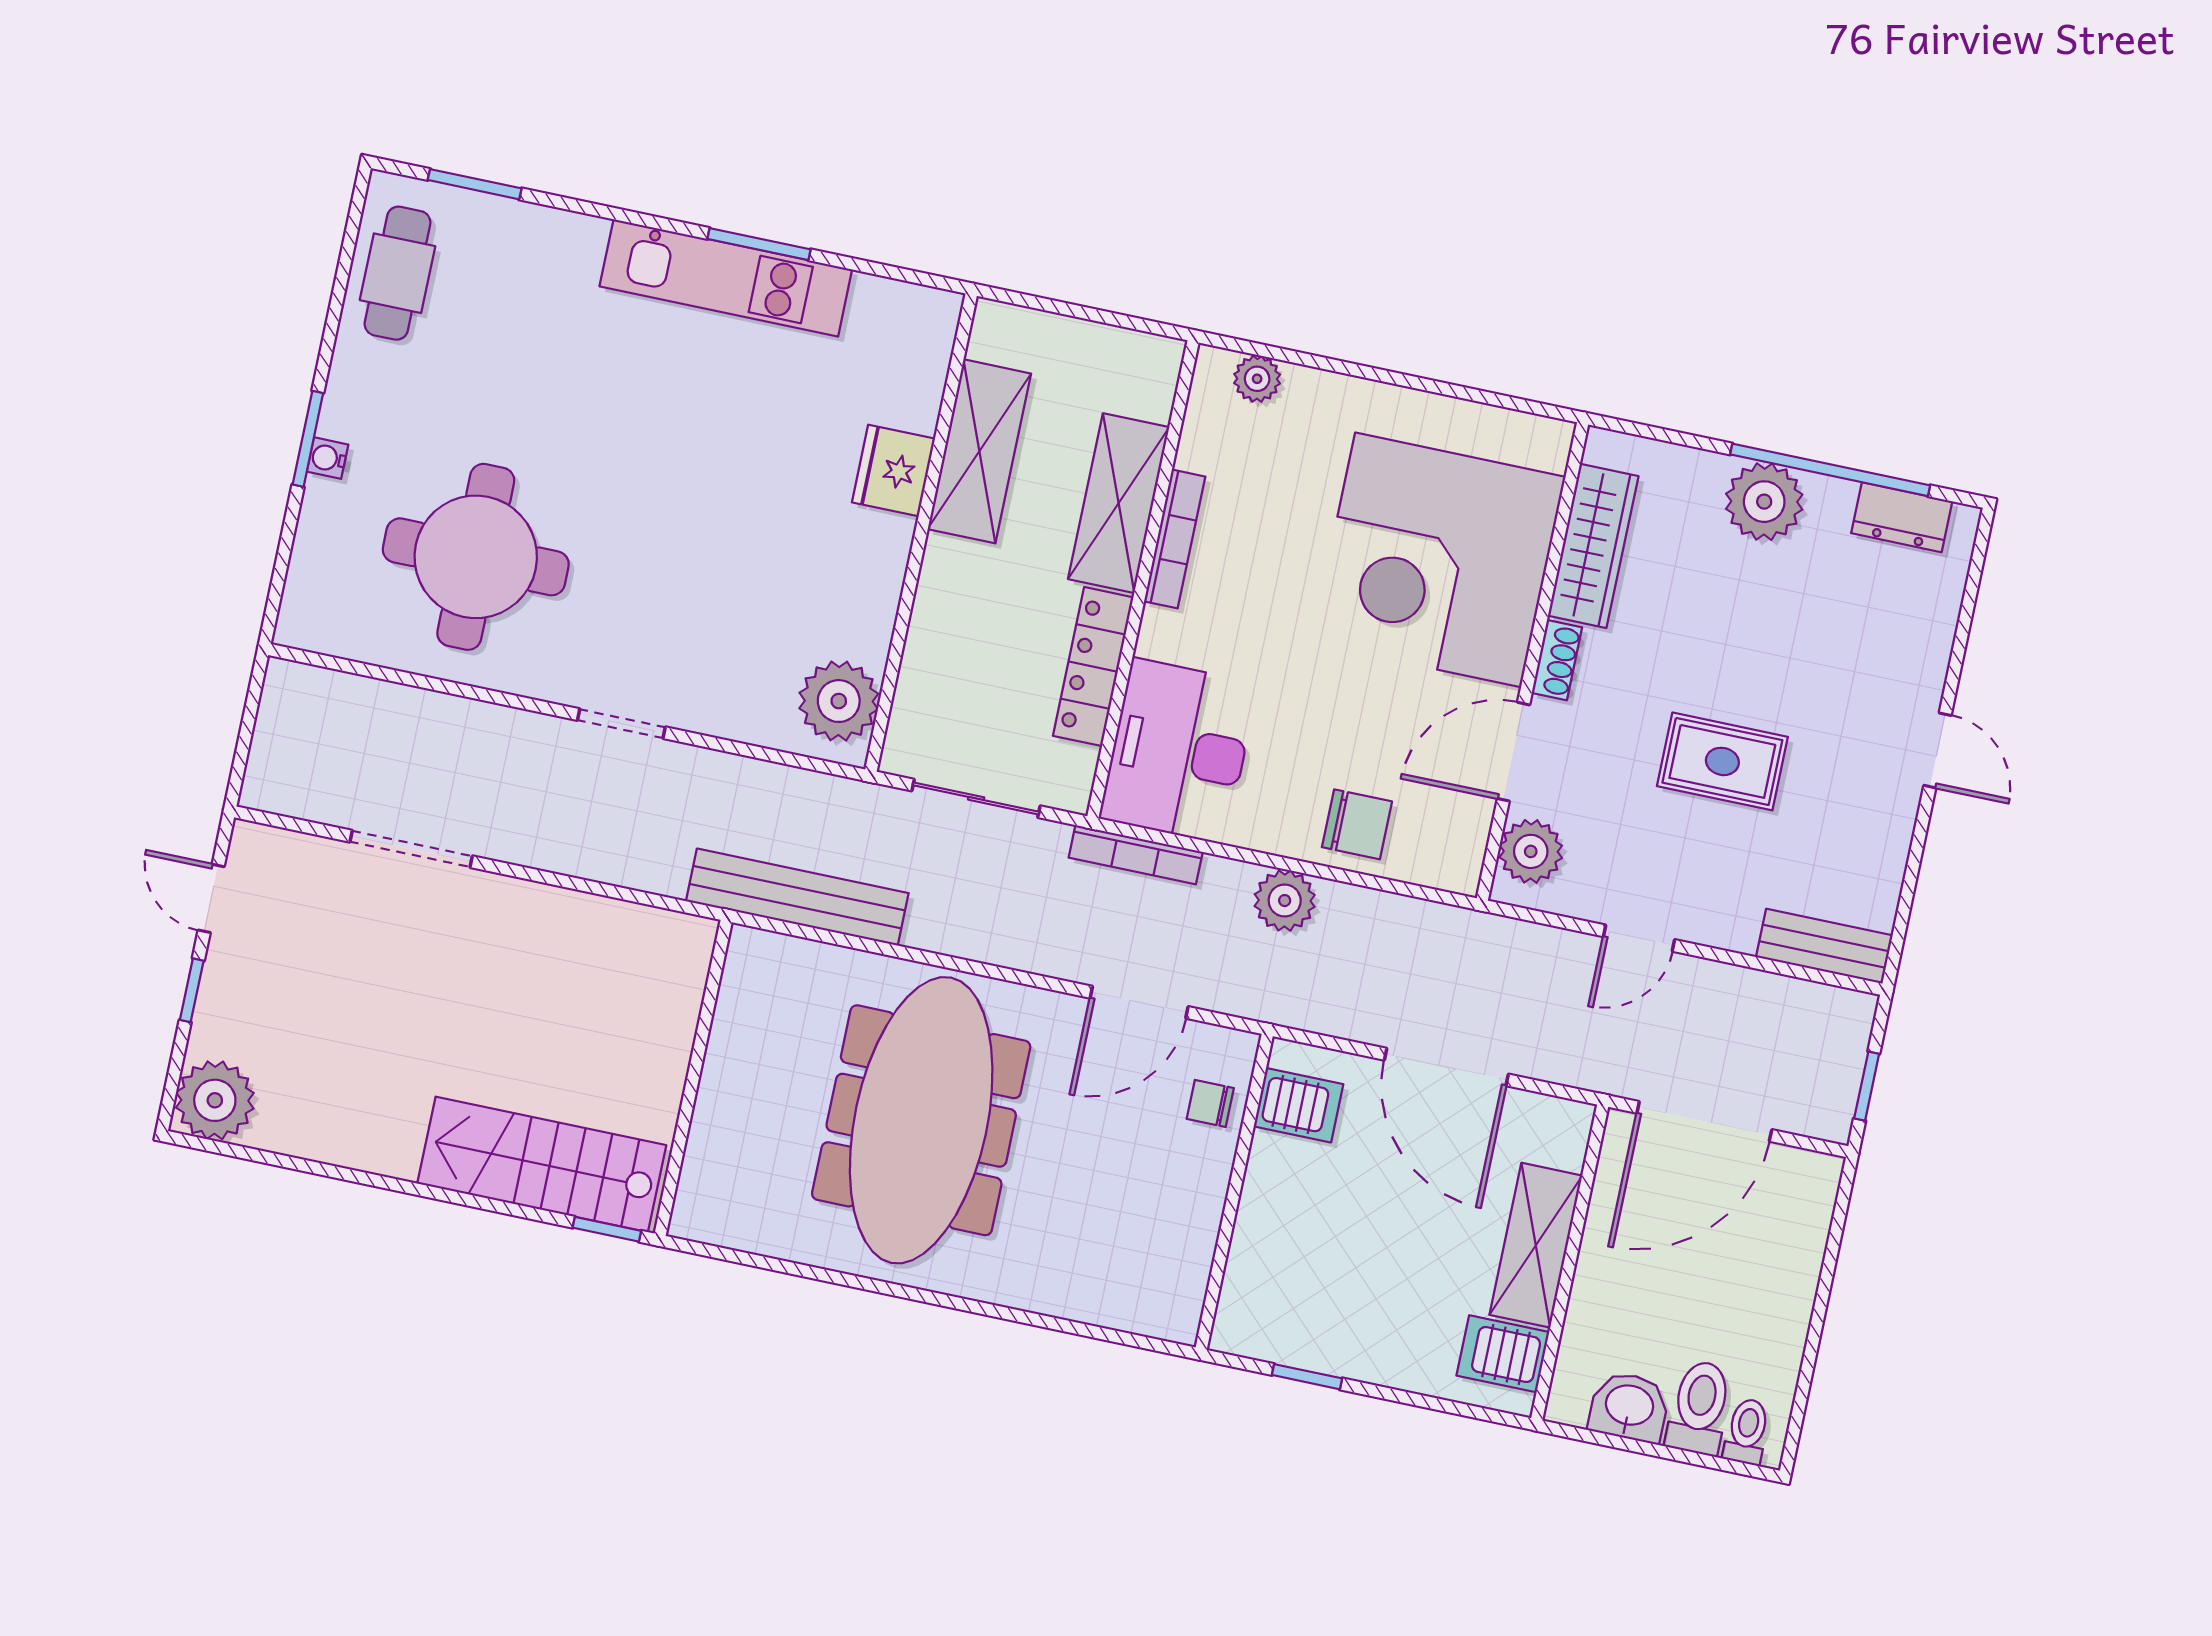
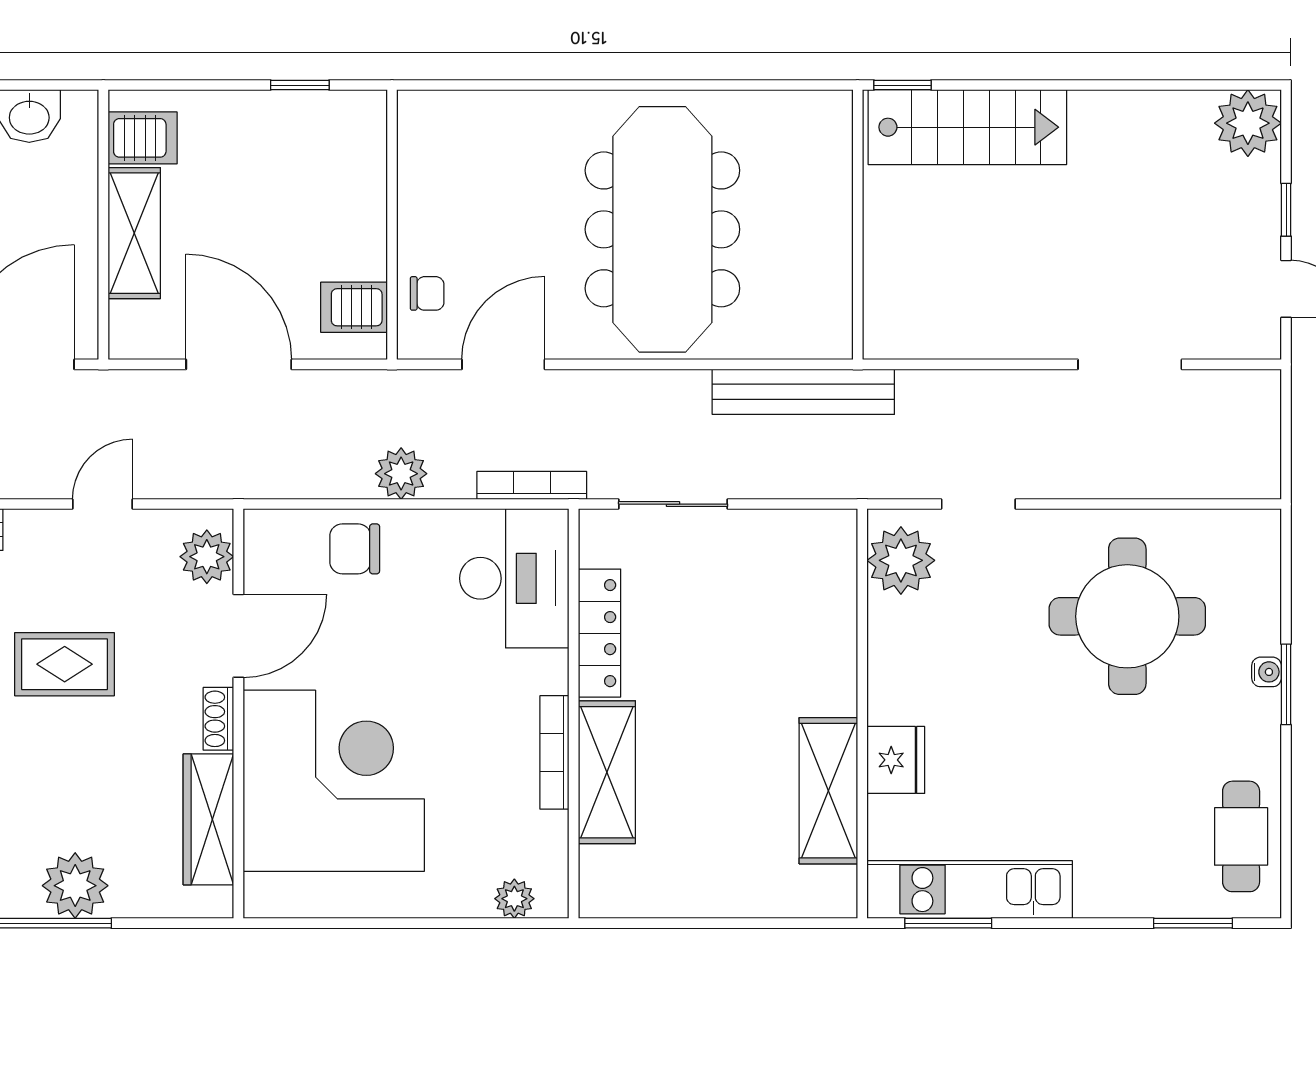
shelving: (979, 451) -> (828, 791), moved
fridge: (894, 471) -> (896, 760), moved
wall: (921, 533) -> (862, 714), moved
plant: (839, 701) -> (901, 560), moved

